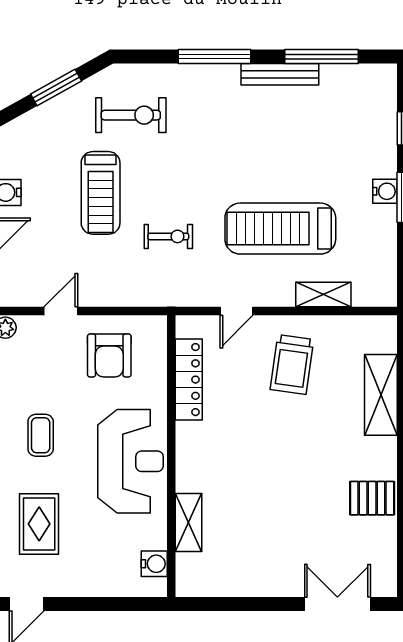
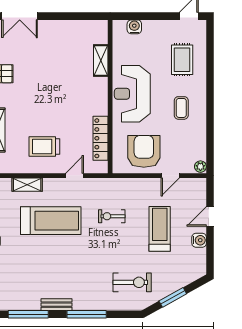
bench: (280, 74) -> (56, 305), width x0.73
exercise bike: (131, 115) -> (132, 282), turned 180
treadmill: (101, 193) -> (160, 229), moved
armchair: (109, 355) -> (144, 151), width x1.36, depth x1.36
trolley: (292, 364) -> (44, 146), turned -98
water cooler: (154, 564) -> (134, 27), moved, turned 90

